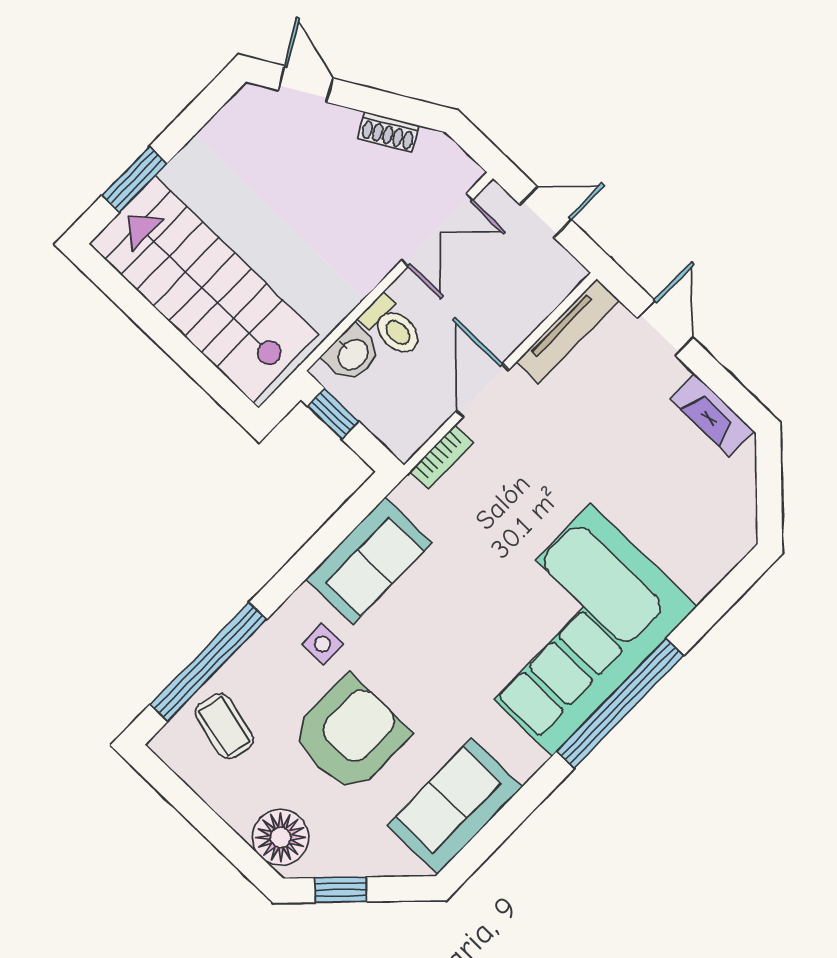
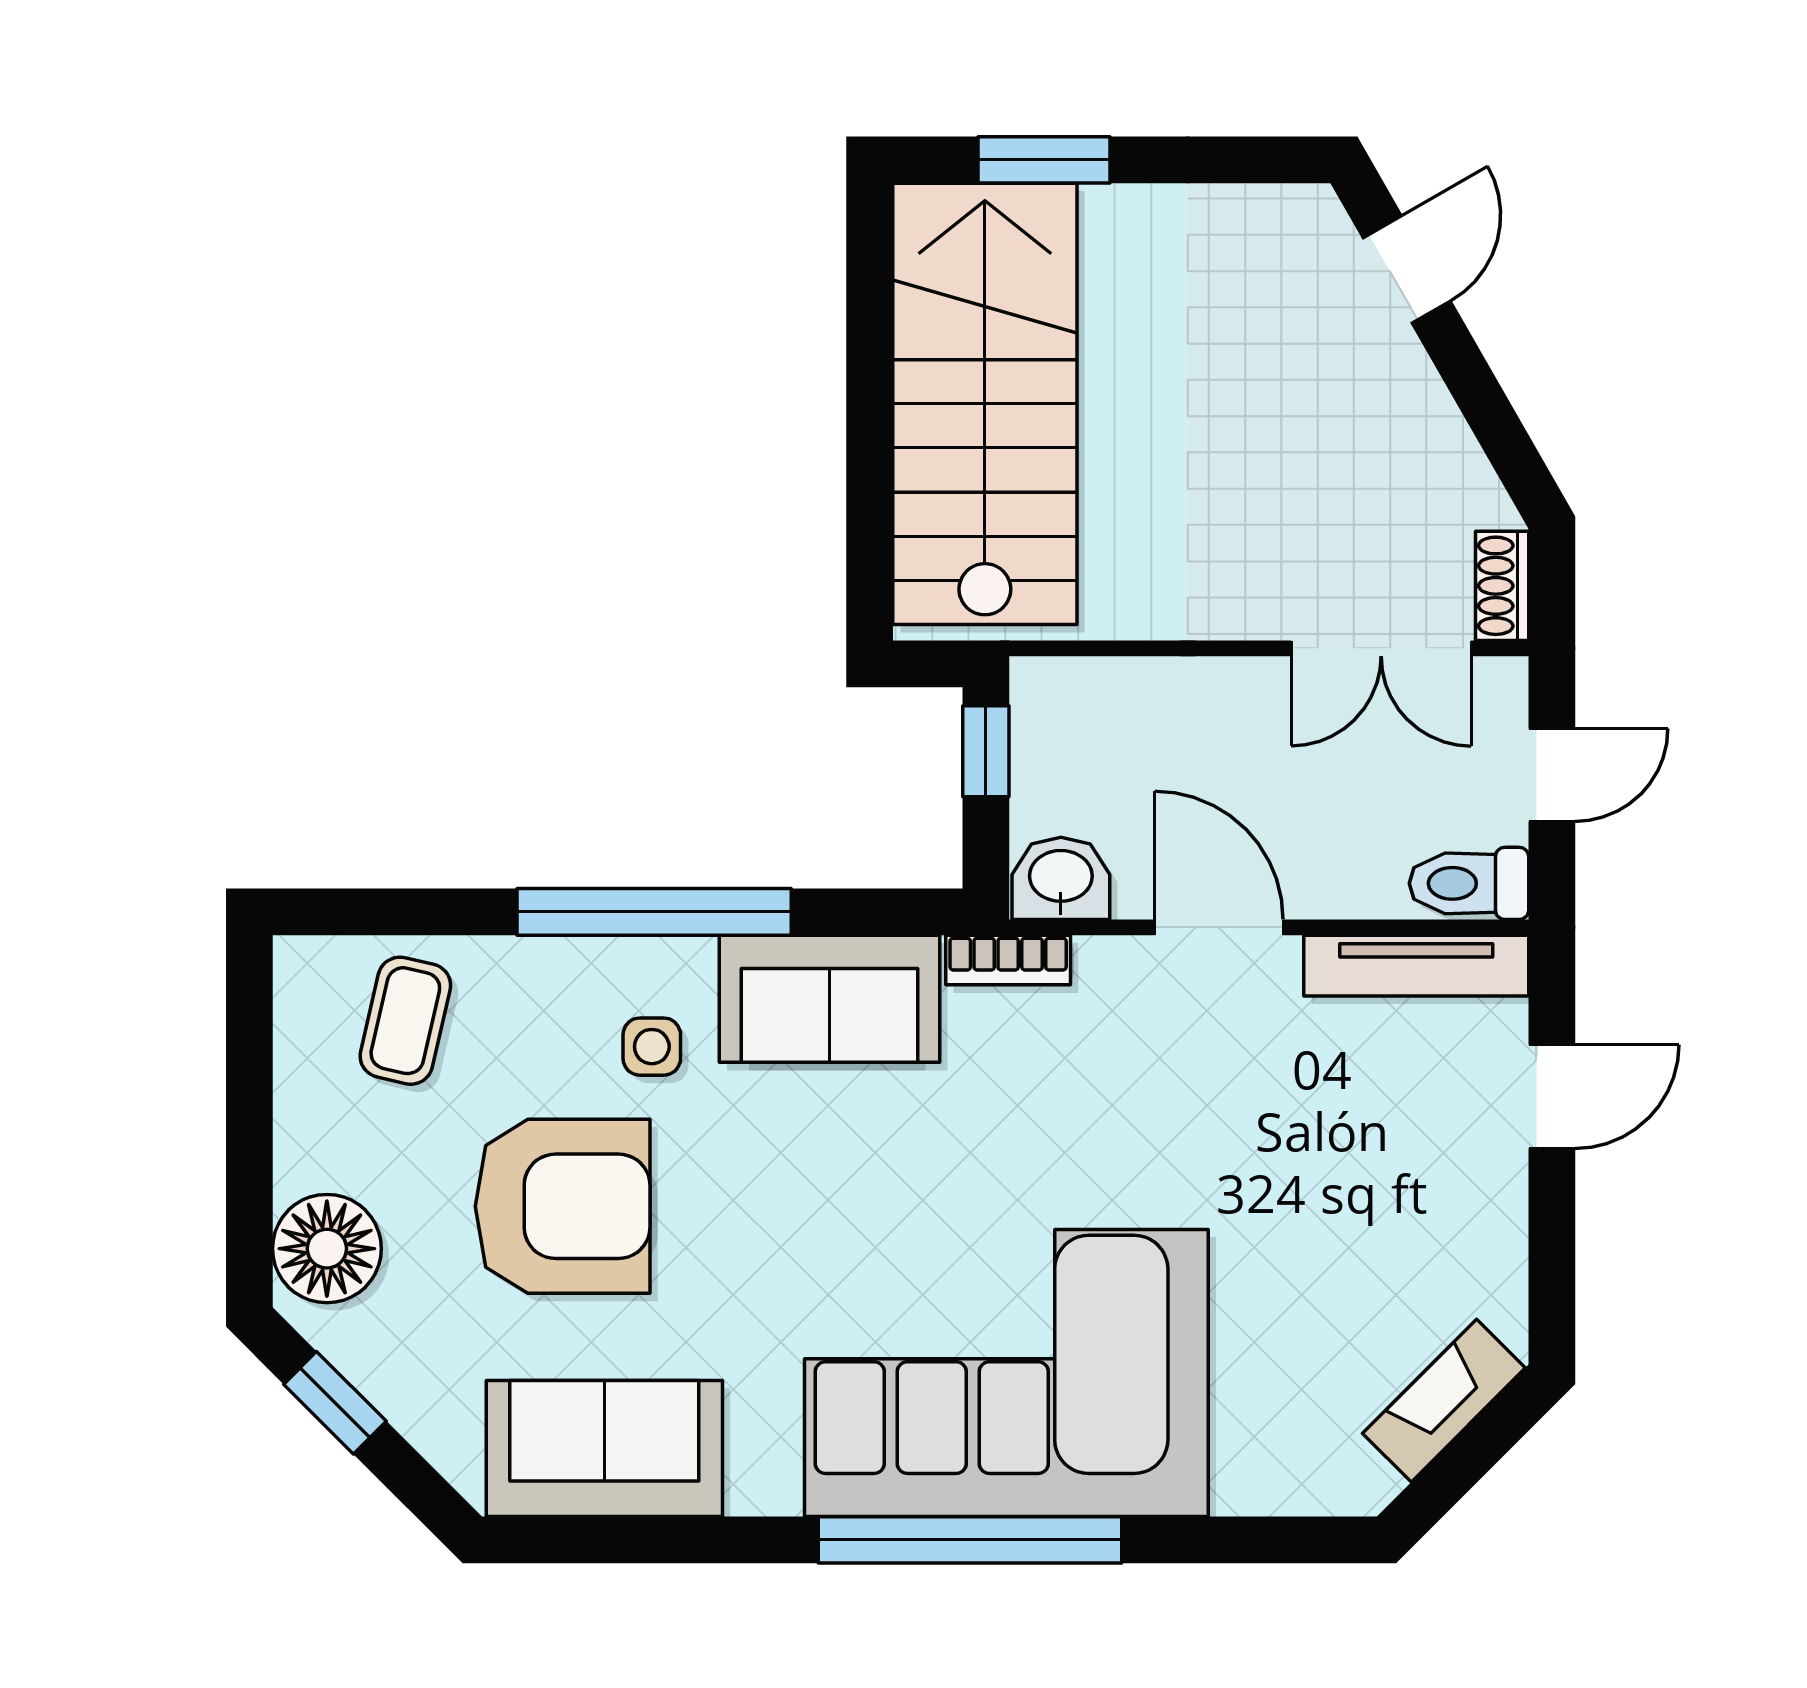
shoe rack: (388, 132) -> (1502, 586), moved, turned 30
door: (546, 212) -> (1552, 775), hinge flipped
toilet: (392, 327) -> (1469, 883), moved, turned 90
washbasin: (352, 354) -> (1061, 878), moved, turned 180
door: (482, 391) -> (1219, 927), hinge flipped
fireplace: (712, 415) -> (1444, 1401), moved, turned 45
bookcase: (441, 457) -> (1008, 960), moved
window: (208, 662) -> (654, 912), moved

